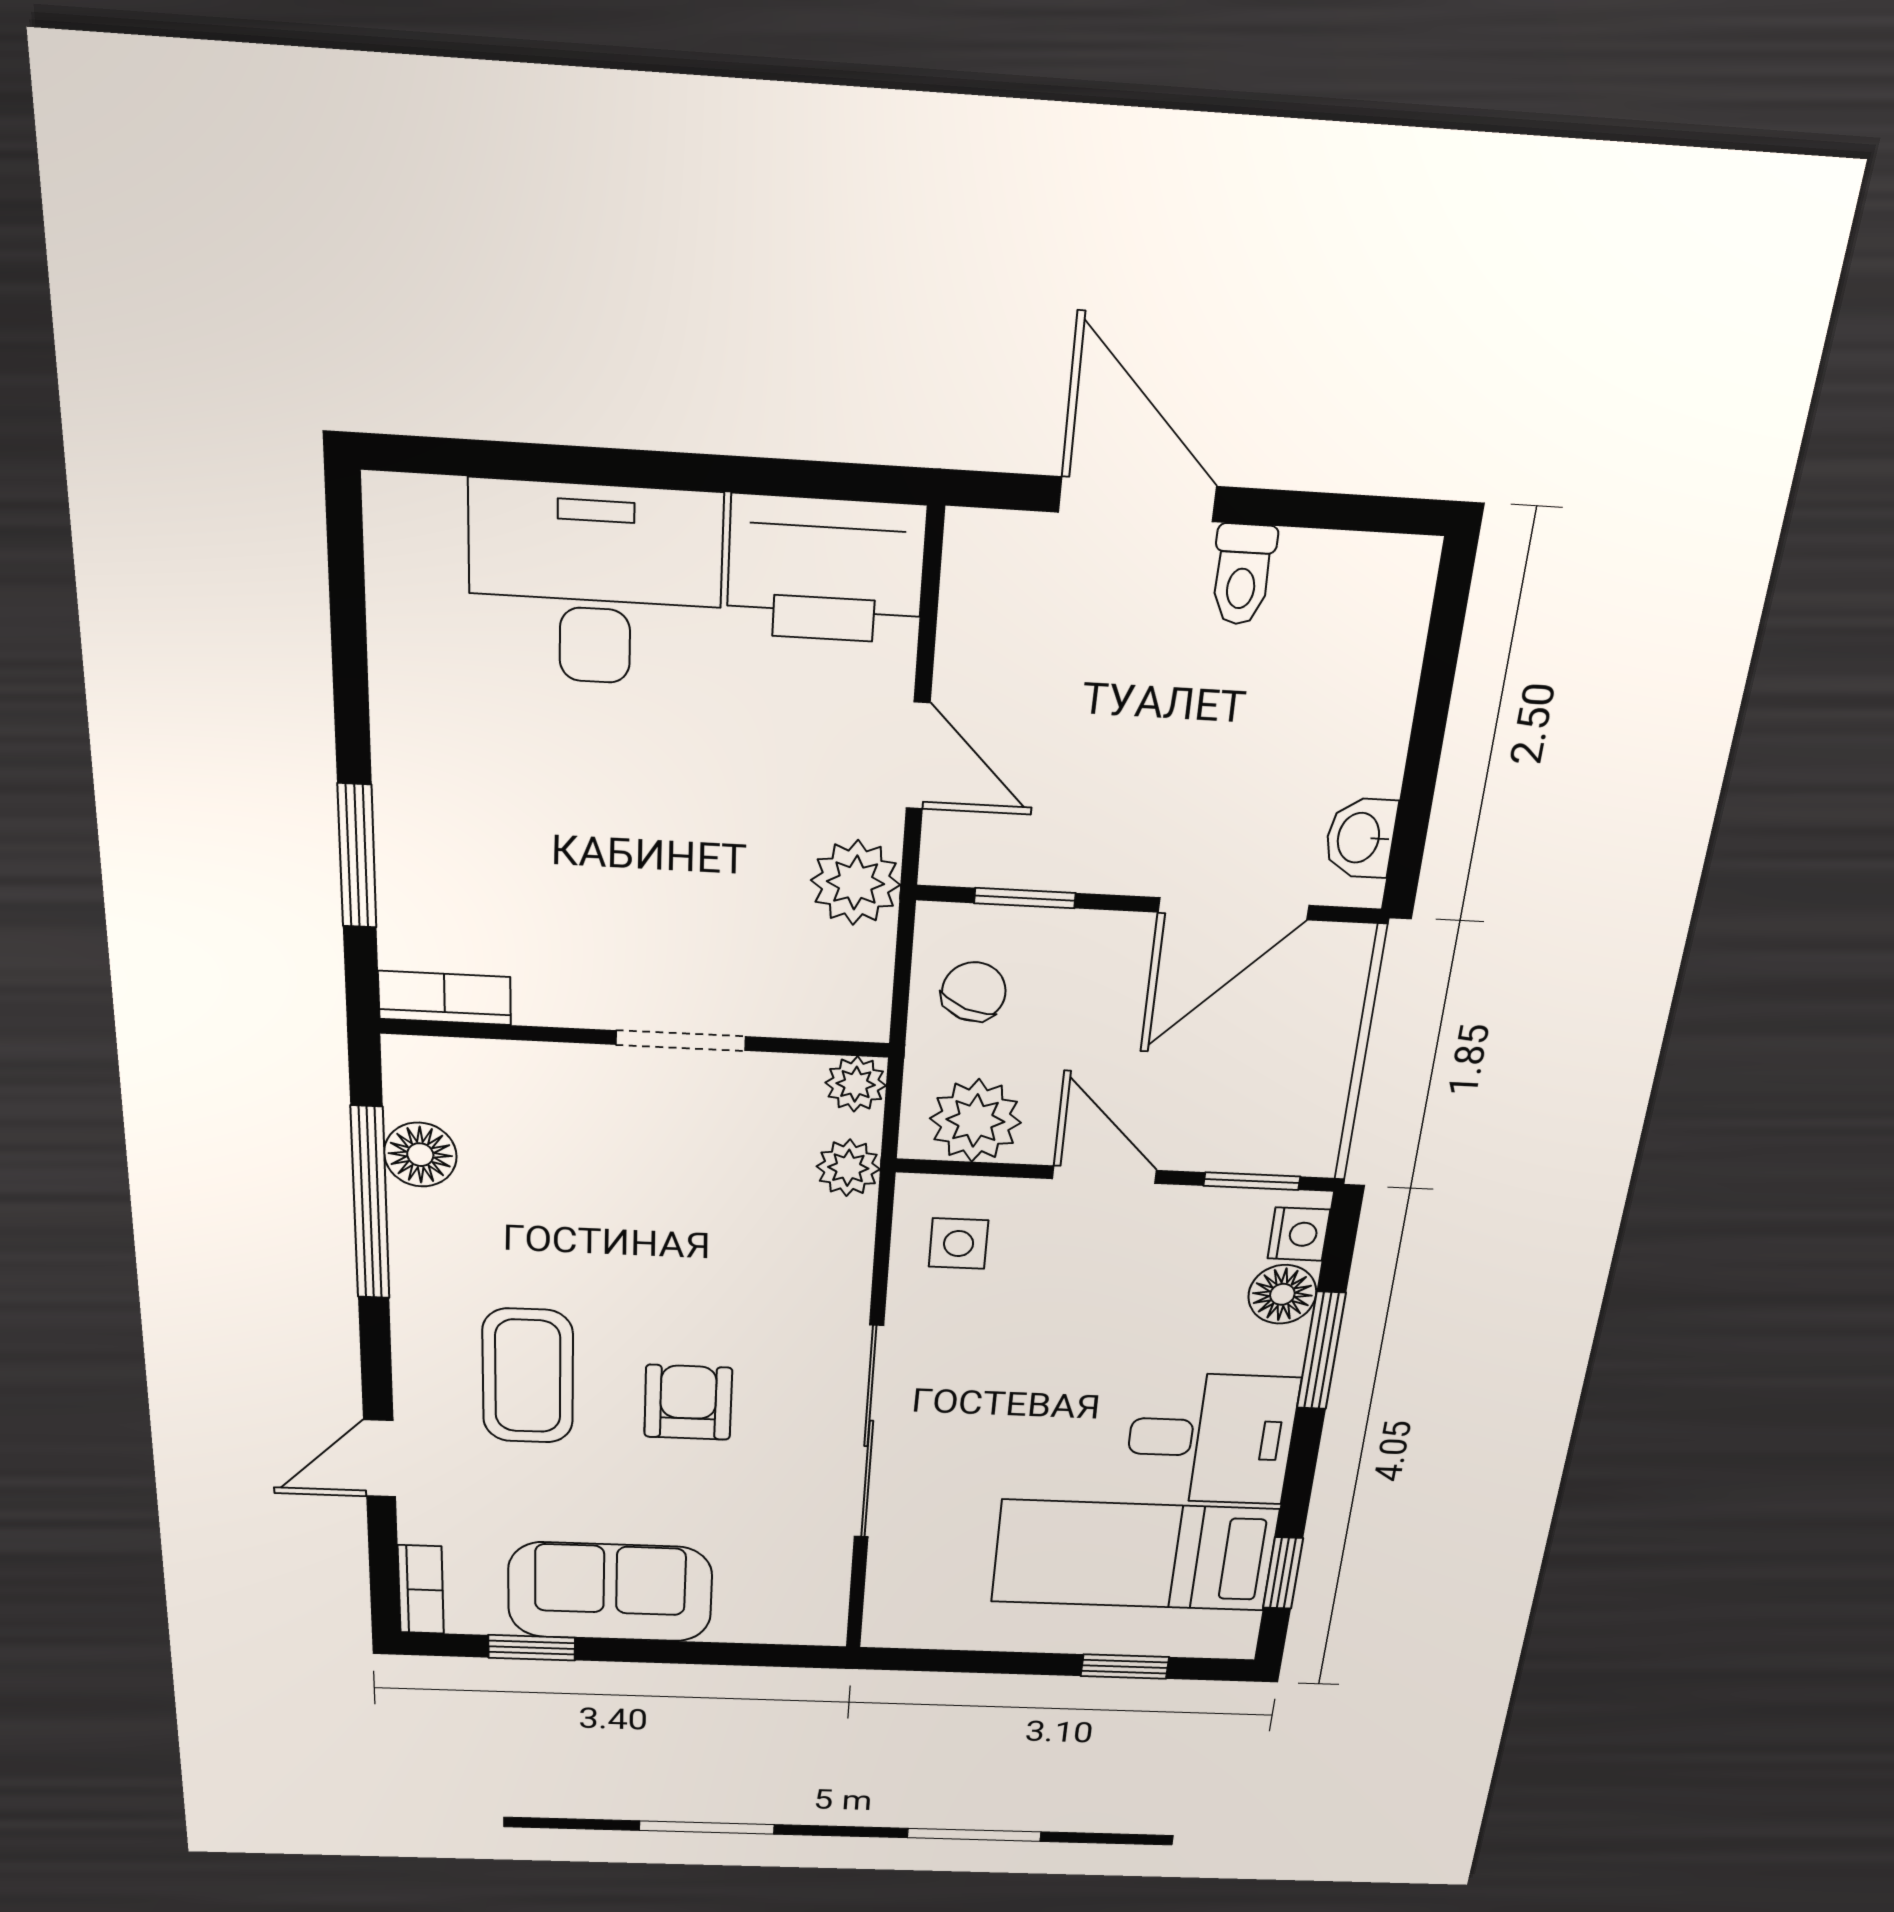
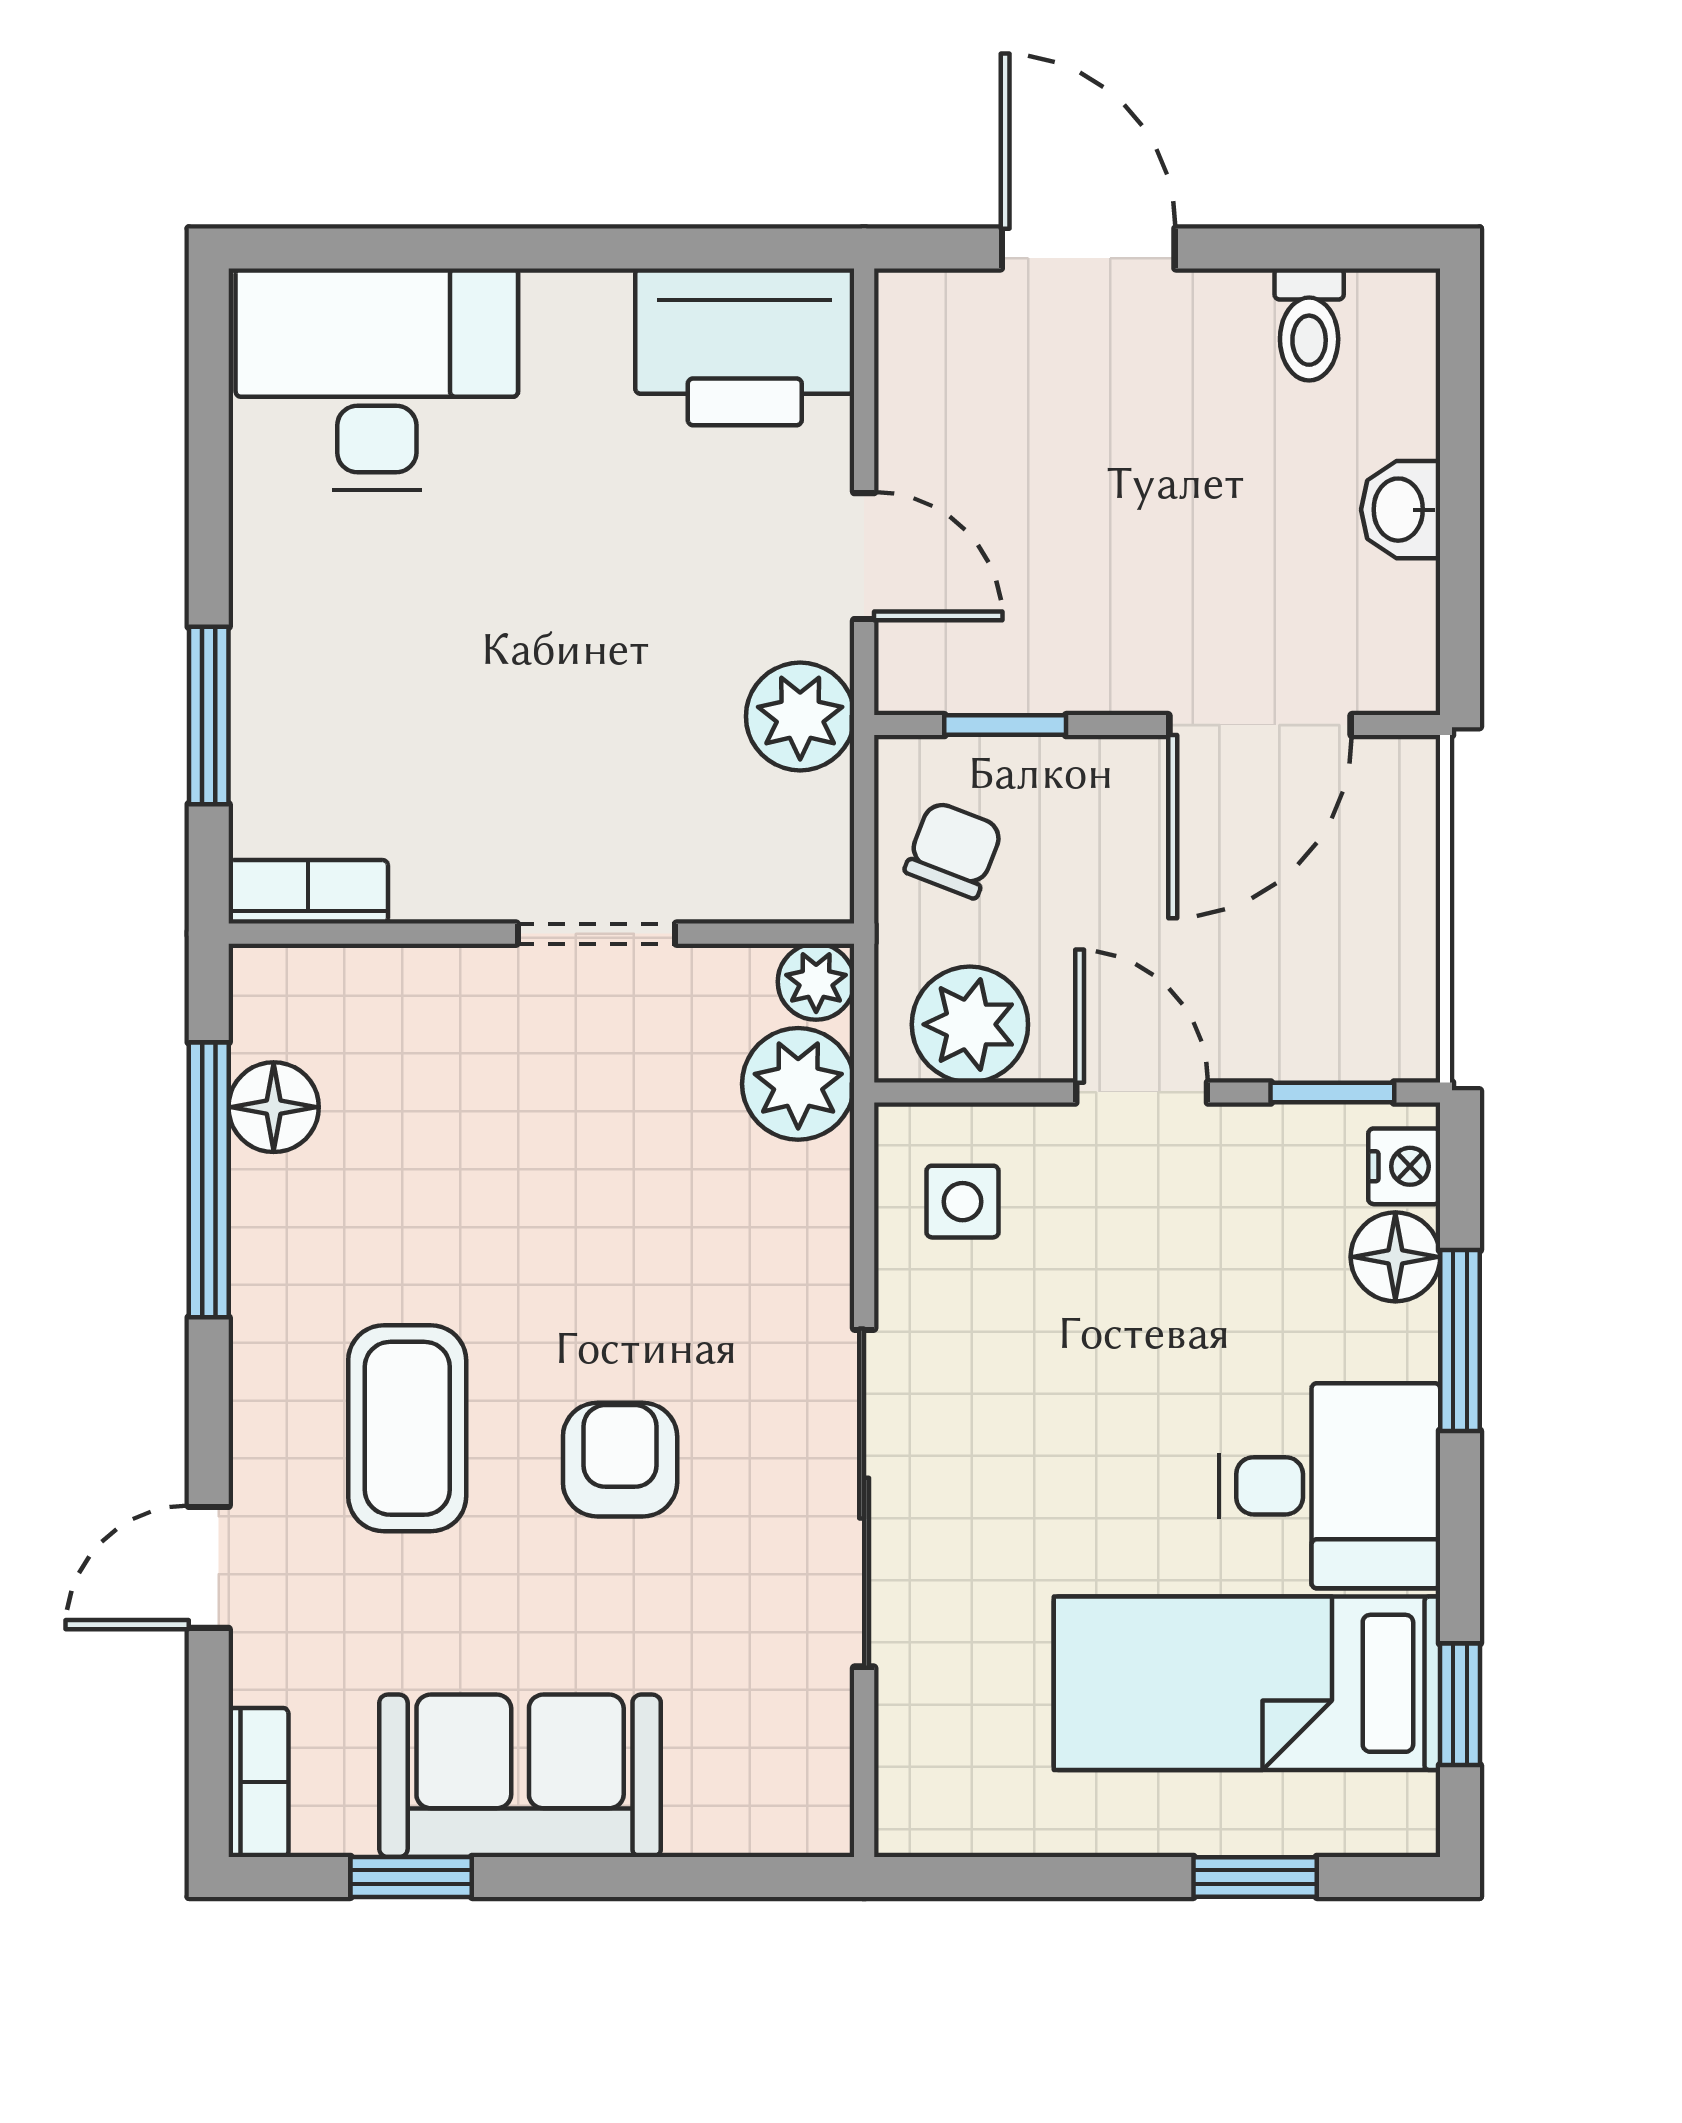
toilet: (1242, 574) -> (1309, 324), moved
desk: (595, 585) -> (377, 379), moved
washbasin: (1360, 838) -> (1401, 510), moved
plant: (848, 1168) -> (798, 1084), width x1.38, depth x1.38

